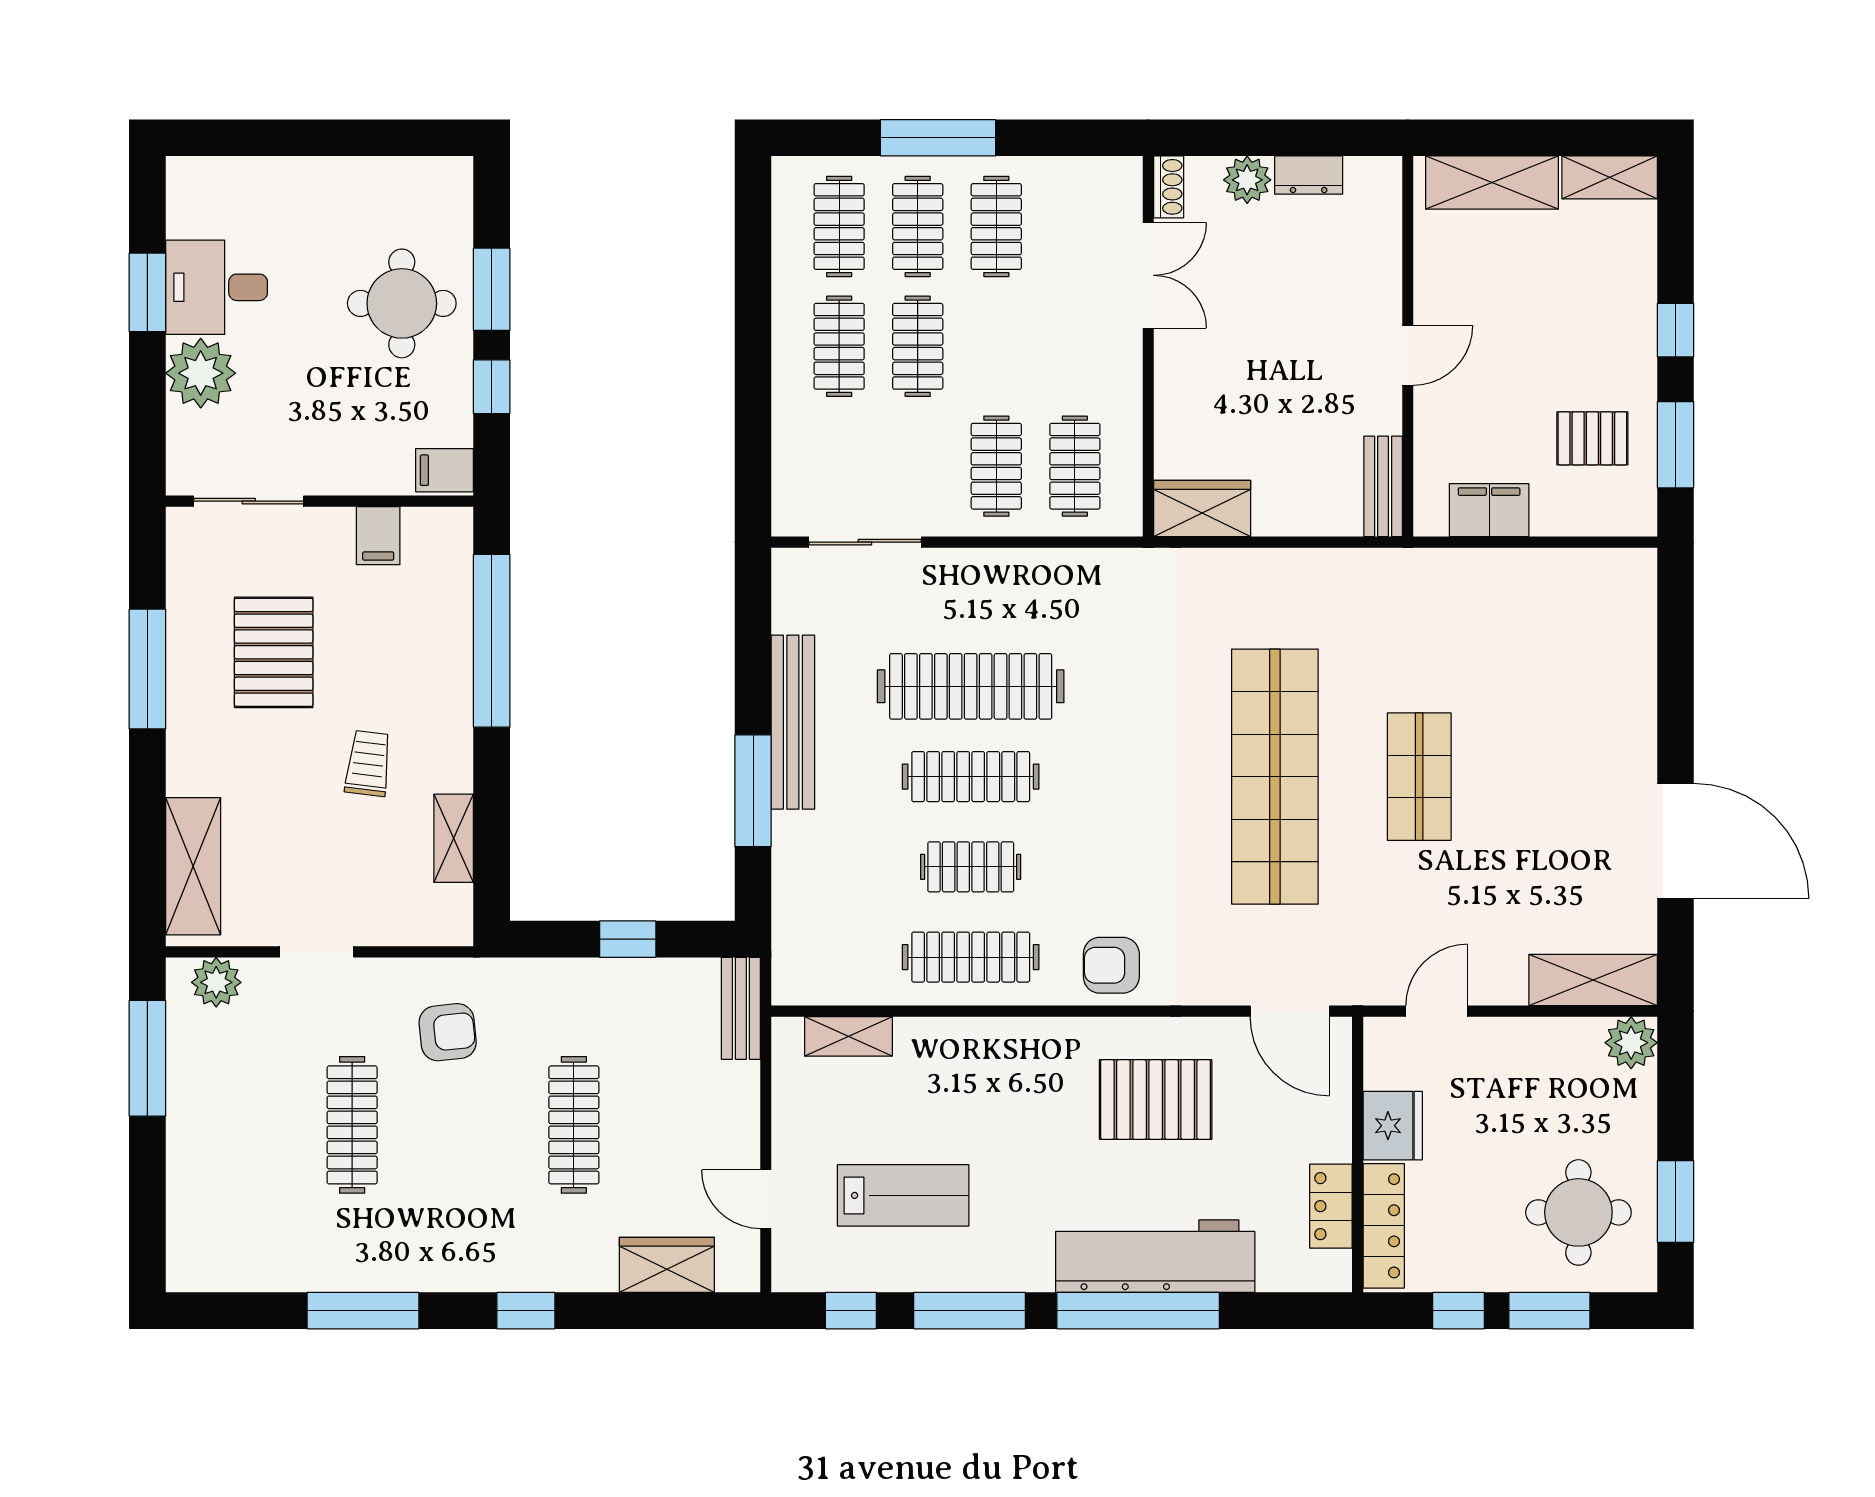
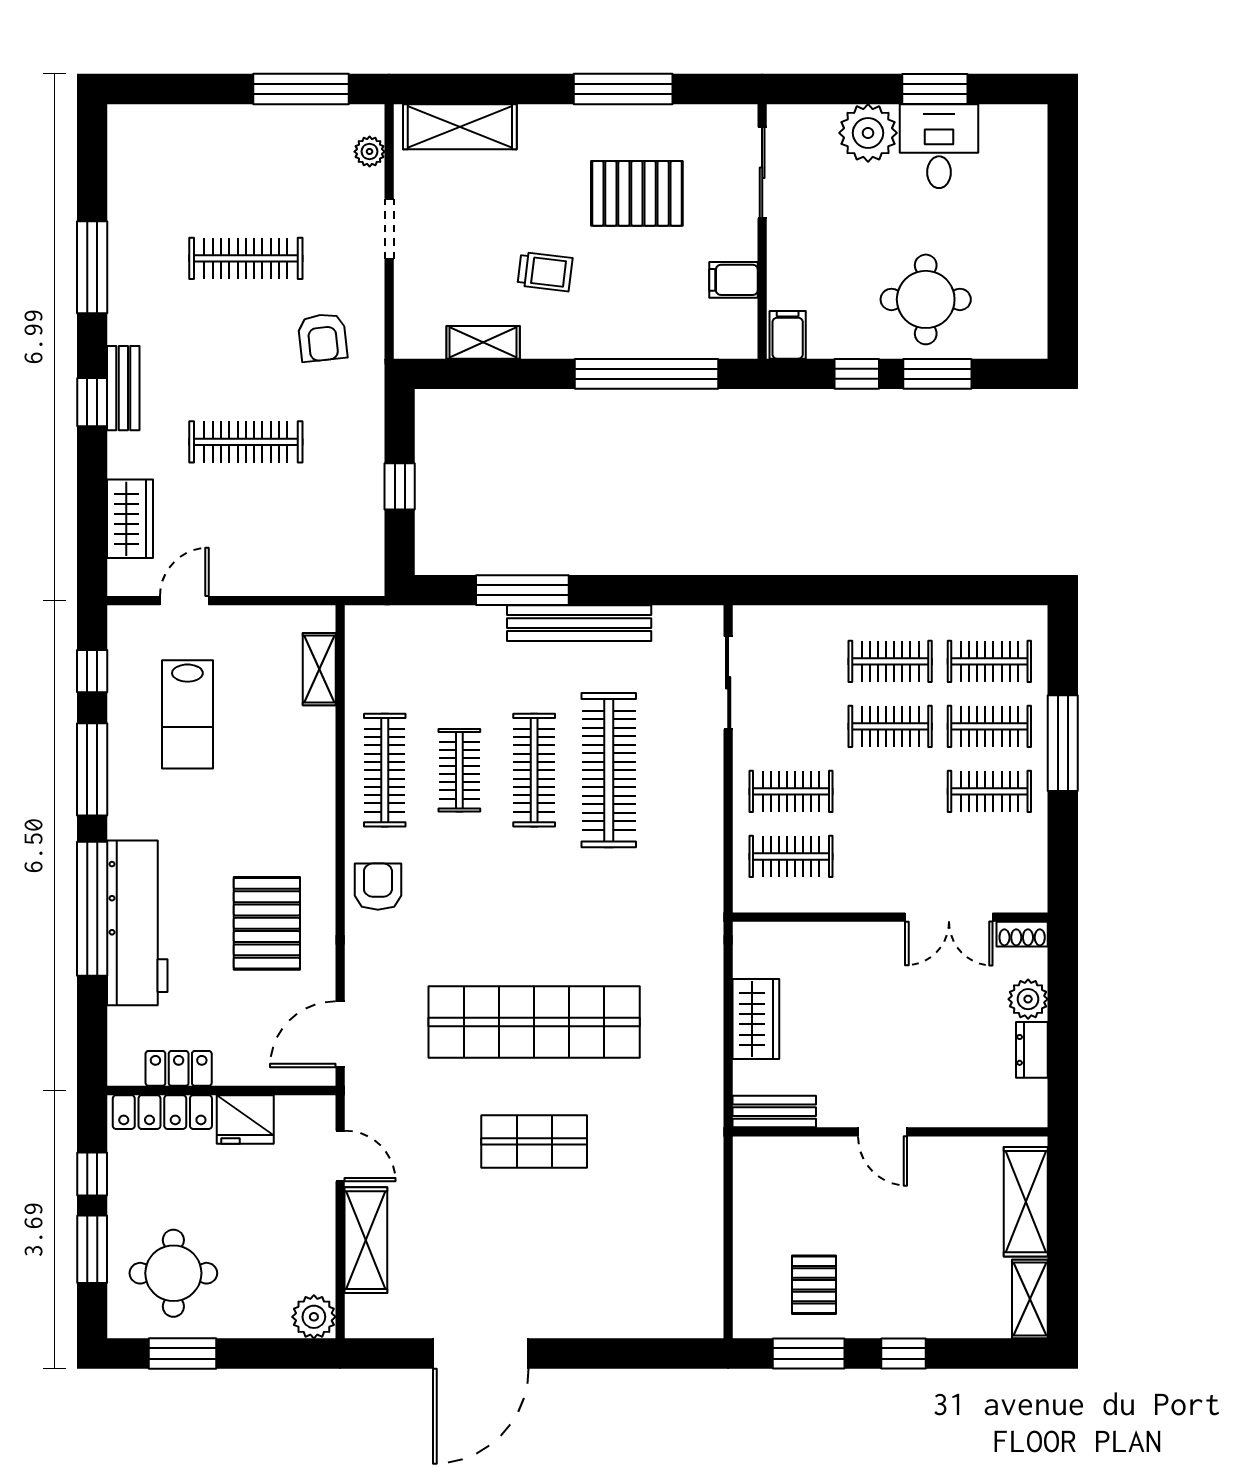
wardrobe: (1202, 509) -> (756, 1019), moved
filing cabinet: (1489, 510) -> (755, 1199), removed
shelving: (1593, 980) -> (366, 1240), moved
plant: (216, 982) -> (370, 152), width x0.73, depth x0.73
bench: (741, 1008) -> (123, 388), moved, turned 90

